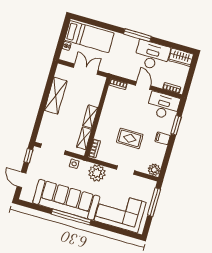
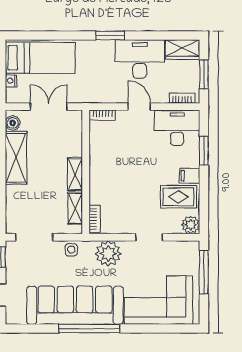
window: (138, 35) -> (110, 35), width x0.69
boiler: (60, 73) -> (13, 123), added
window: (190, 77) -> (204, 74), added
rug: (130, 138) -> (178, 197), moved

